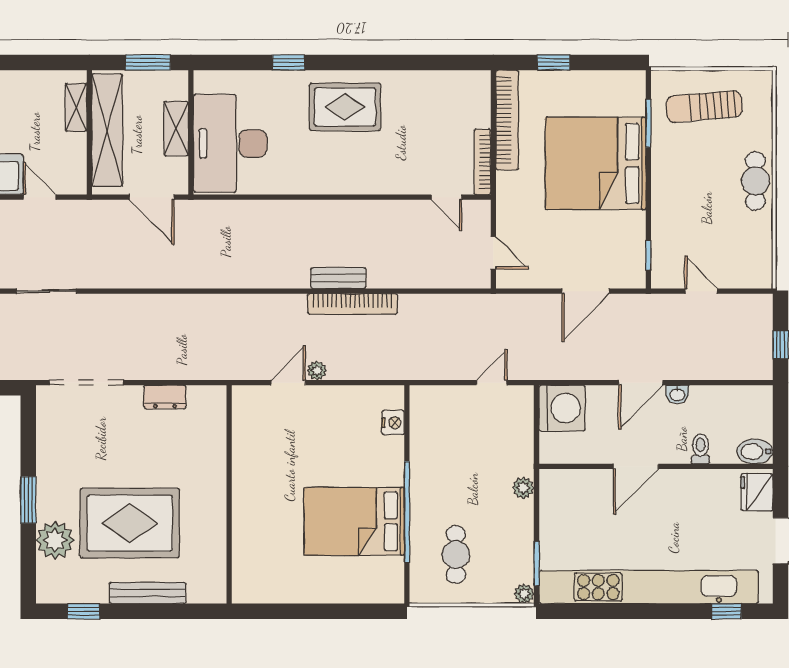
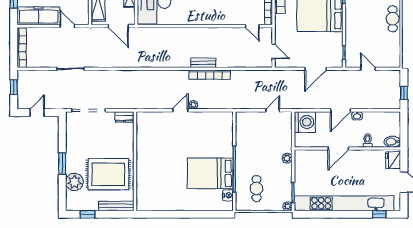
nightstand: (393, 423) -> (228, 195), moved
wall: (229, 494) -> (135, 161), moved

